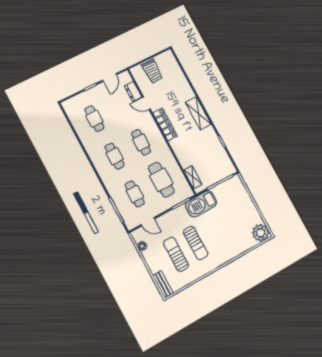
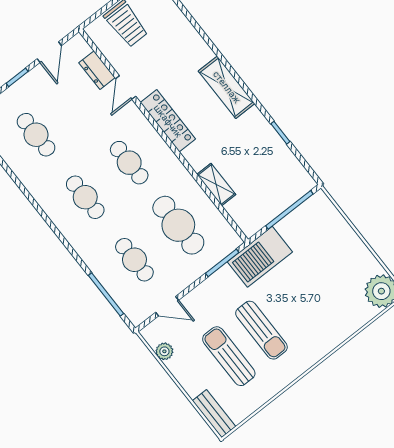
door: (146, 103) -> (126, 87), hinge flipped
shelving: (193, 177) -> (216, 185), moved

